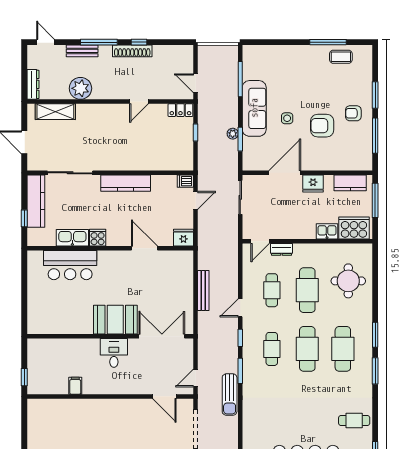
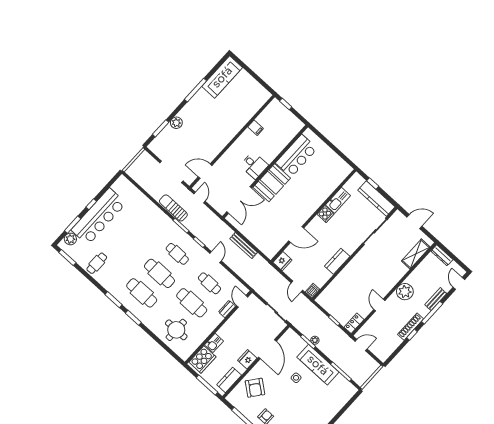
door: (45, 42) -> (459, 283), swing flipped
plant: (80, 88) -> (405, 292), moved
armchair: (322, 126) -> (255, 388), moved, turned 128
kitchen counter: (126, 183) -> (337, 261), width x0.67
bar counter: (70, 265) -> (296, 156), moved, turned 180

